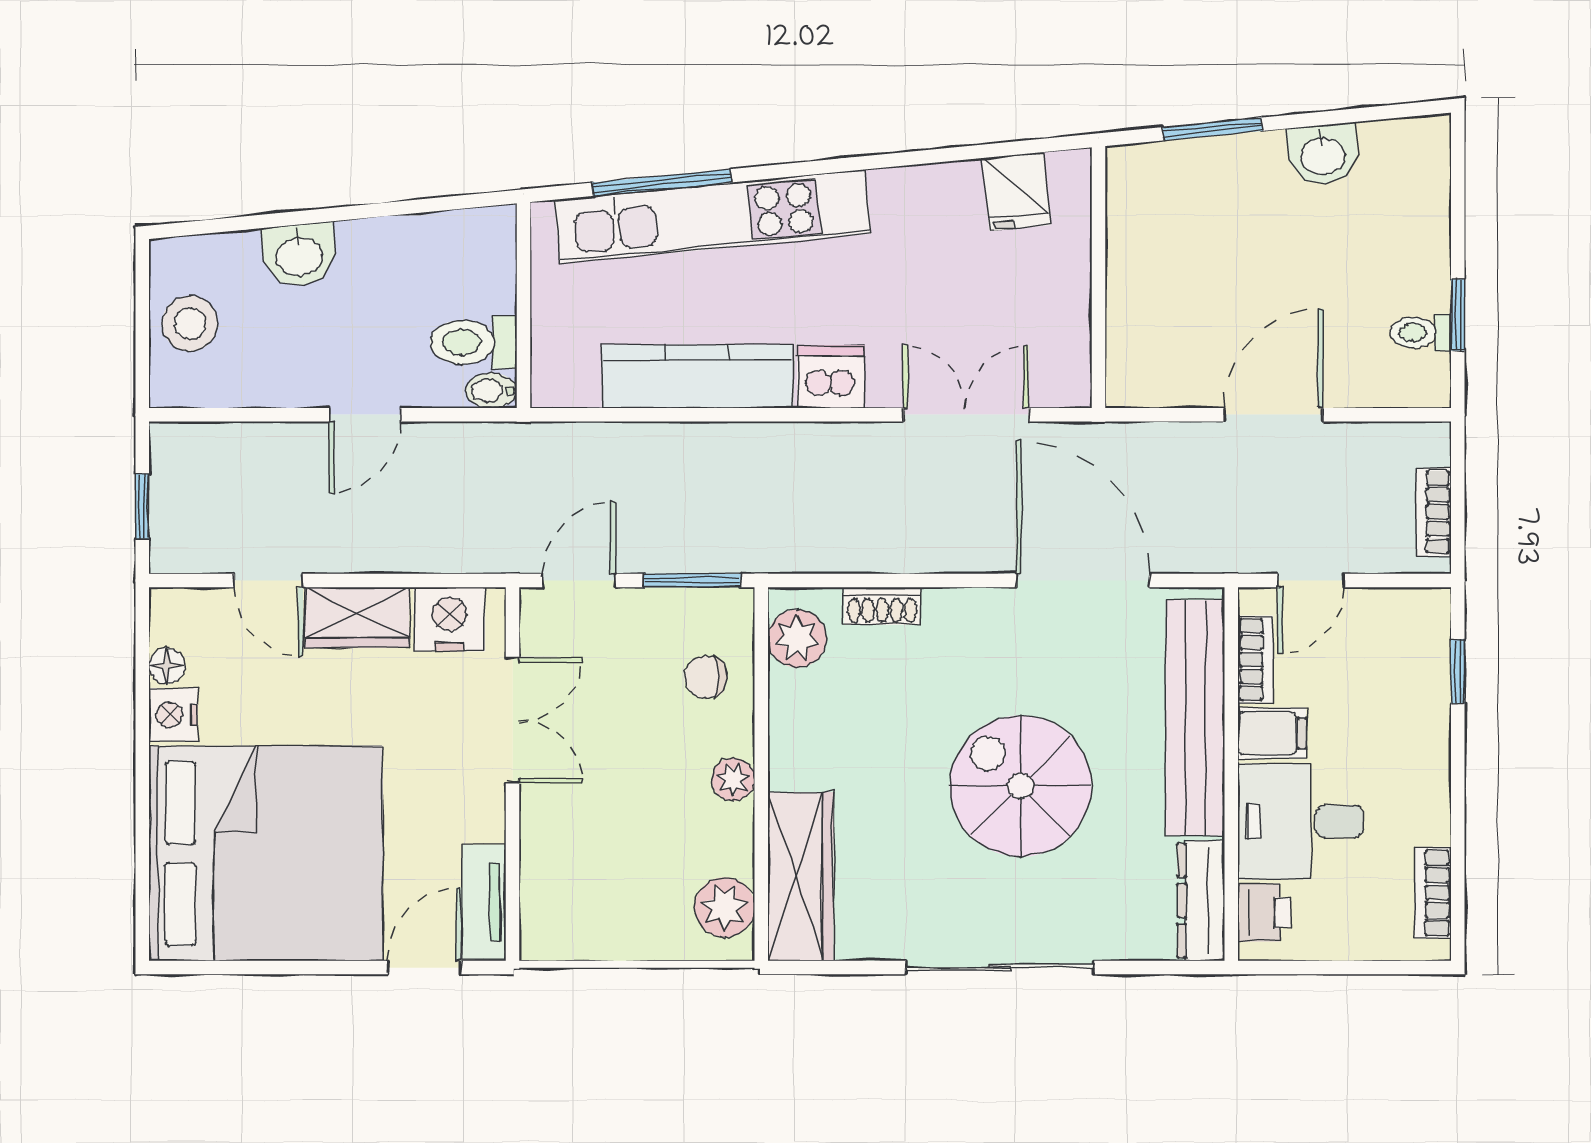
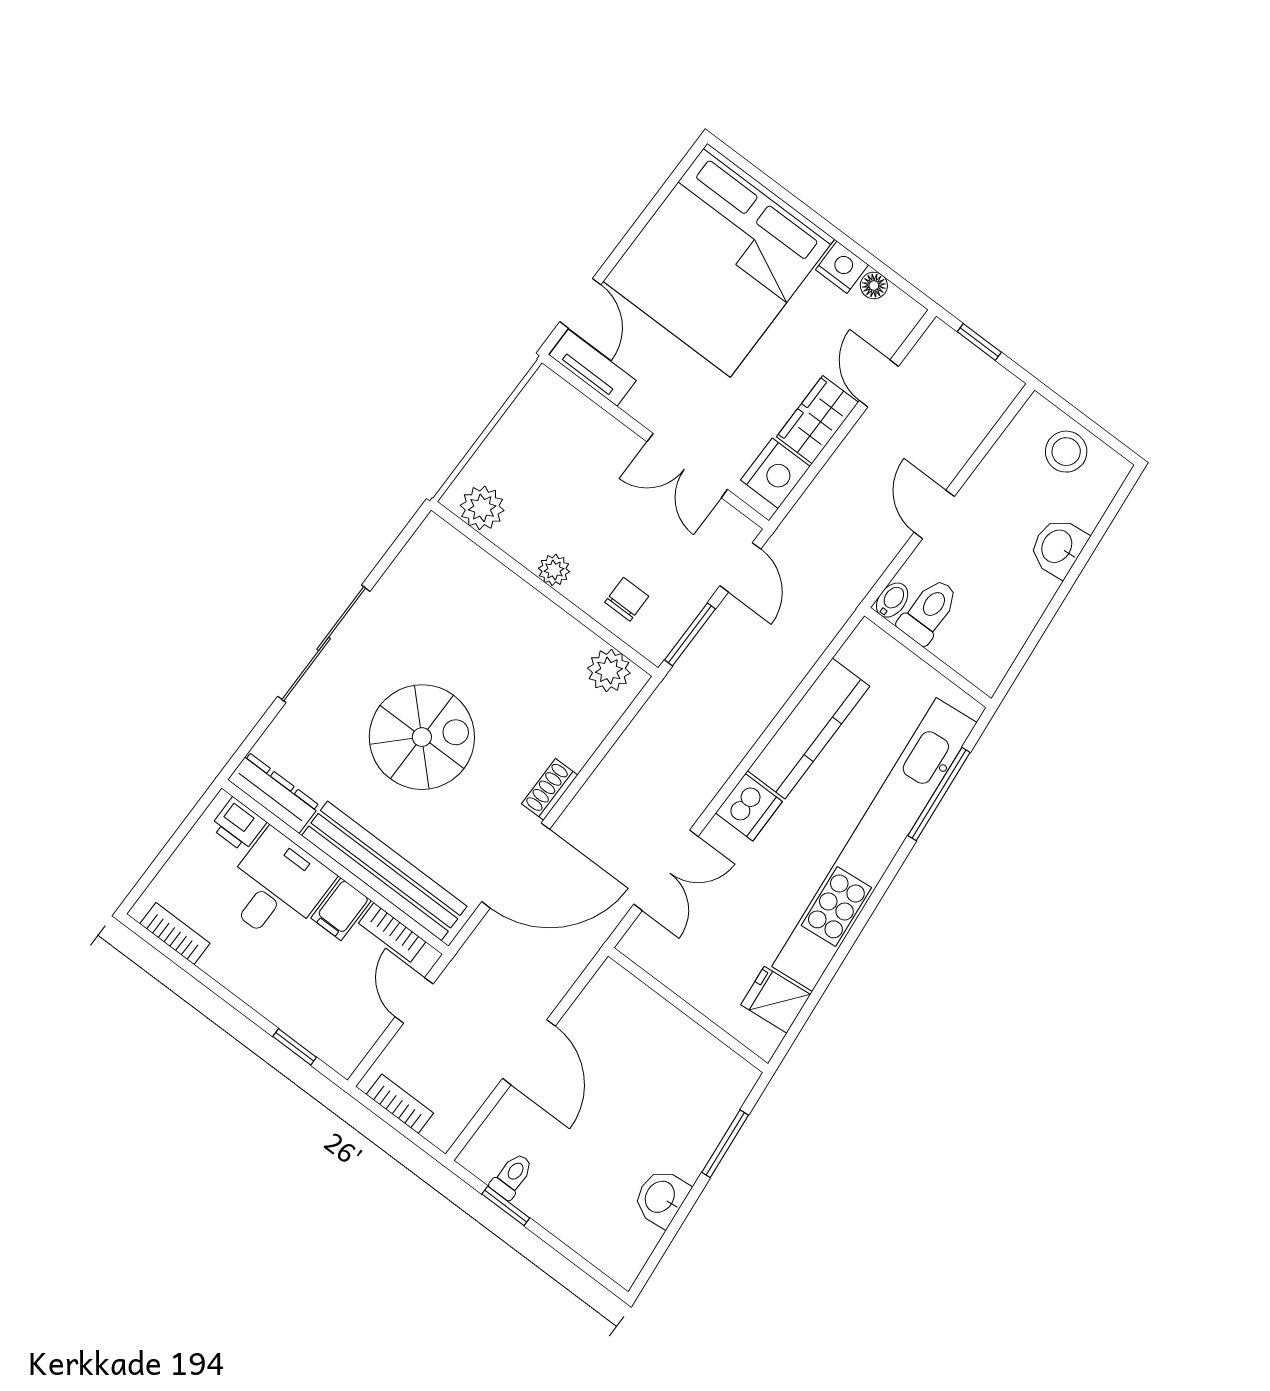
kitchen unit: (712, 217) -> (874, 844), width x1.36
door: (268, 581) -> (879, 384), hinge flipped
shoe rack: (882, 606) -> (550, 789), moved
wardrobe: (801, 877) -> (466, 566), removed

